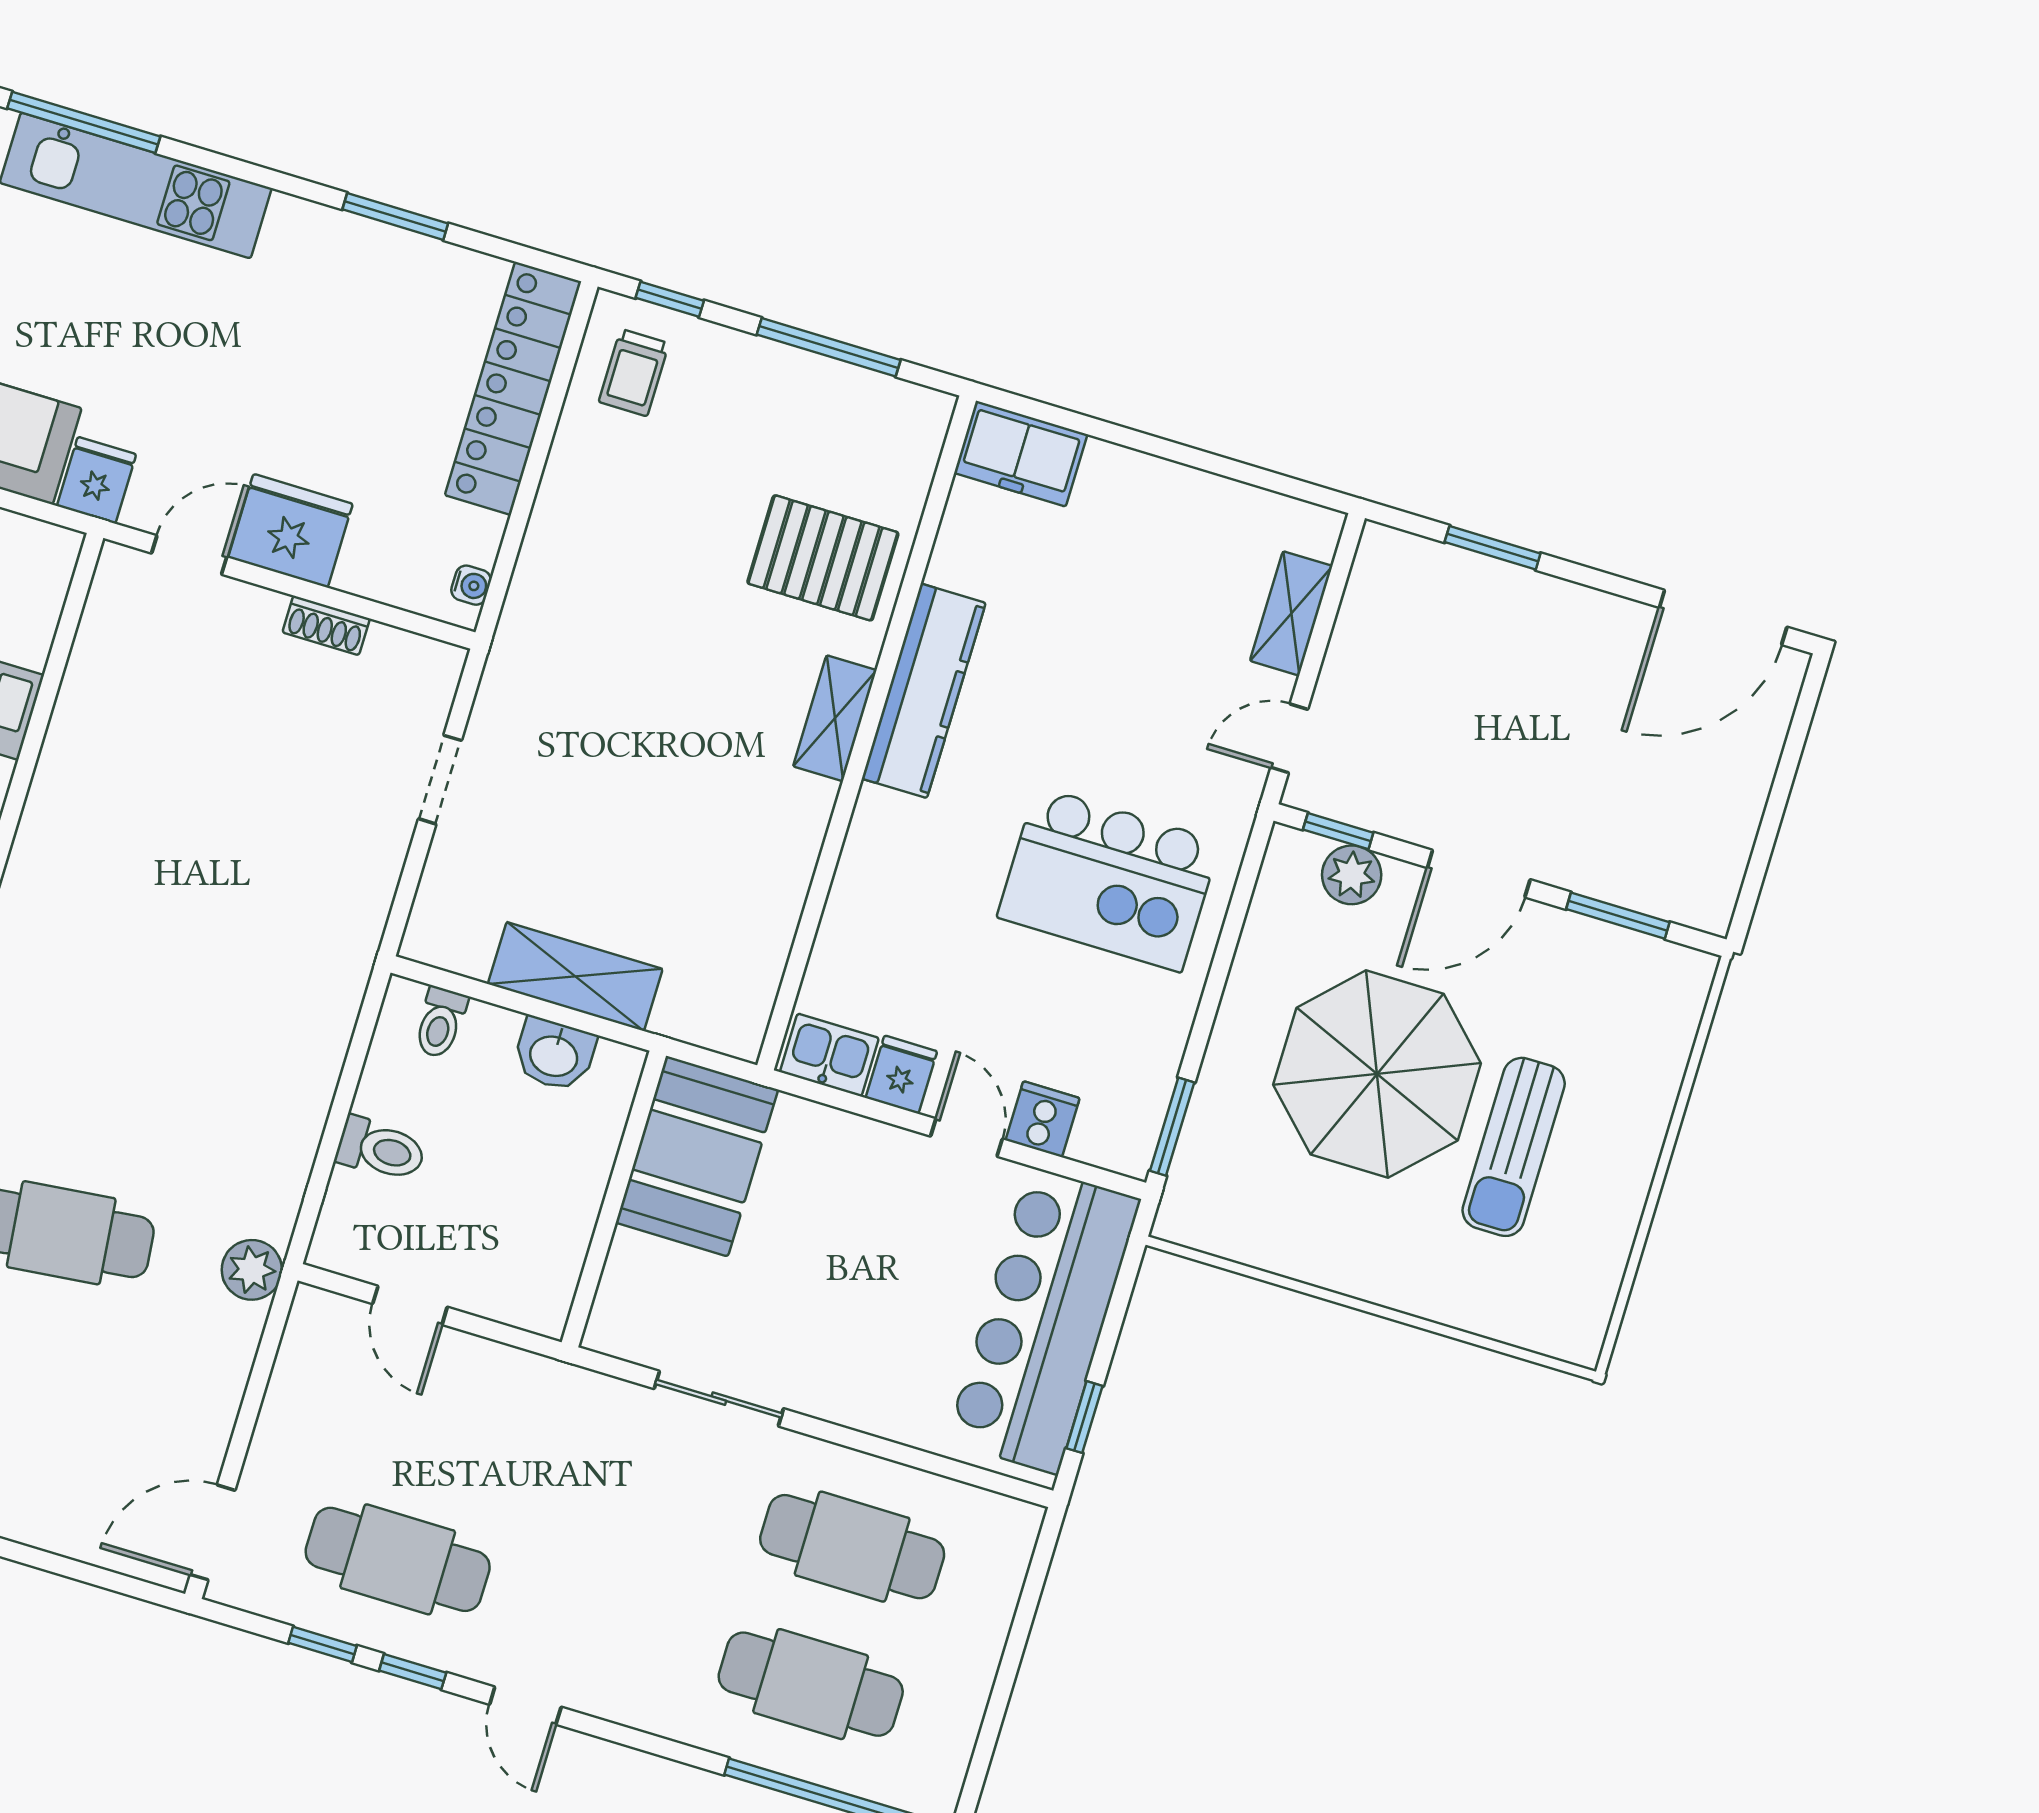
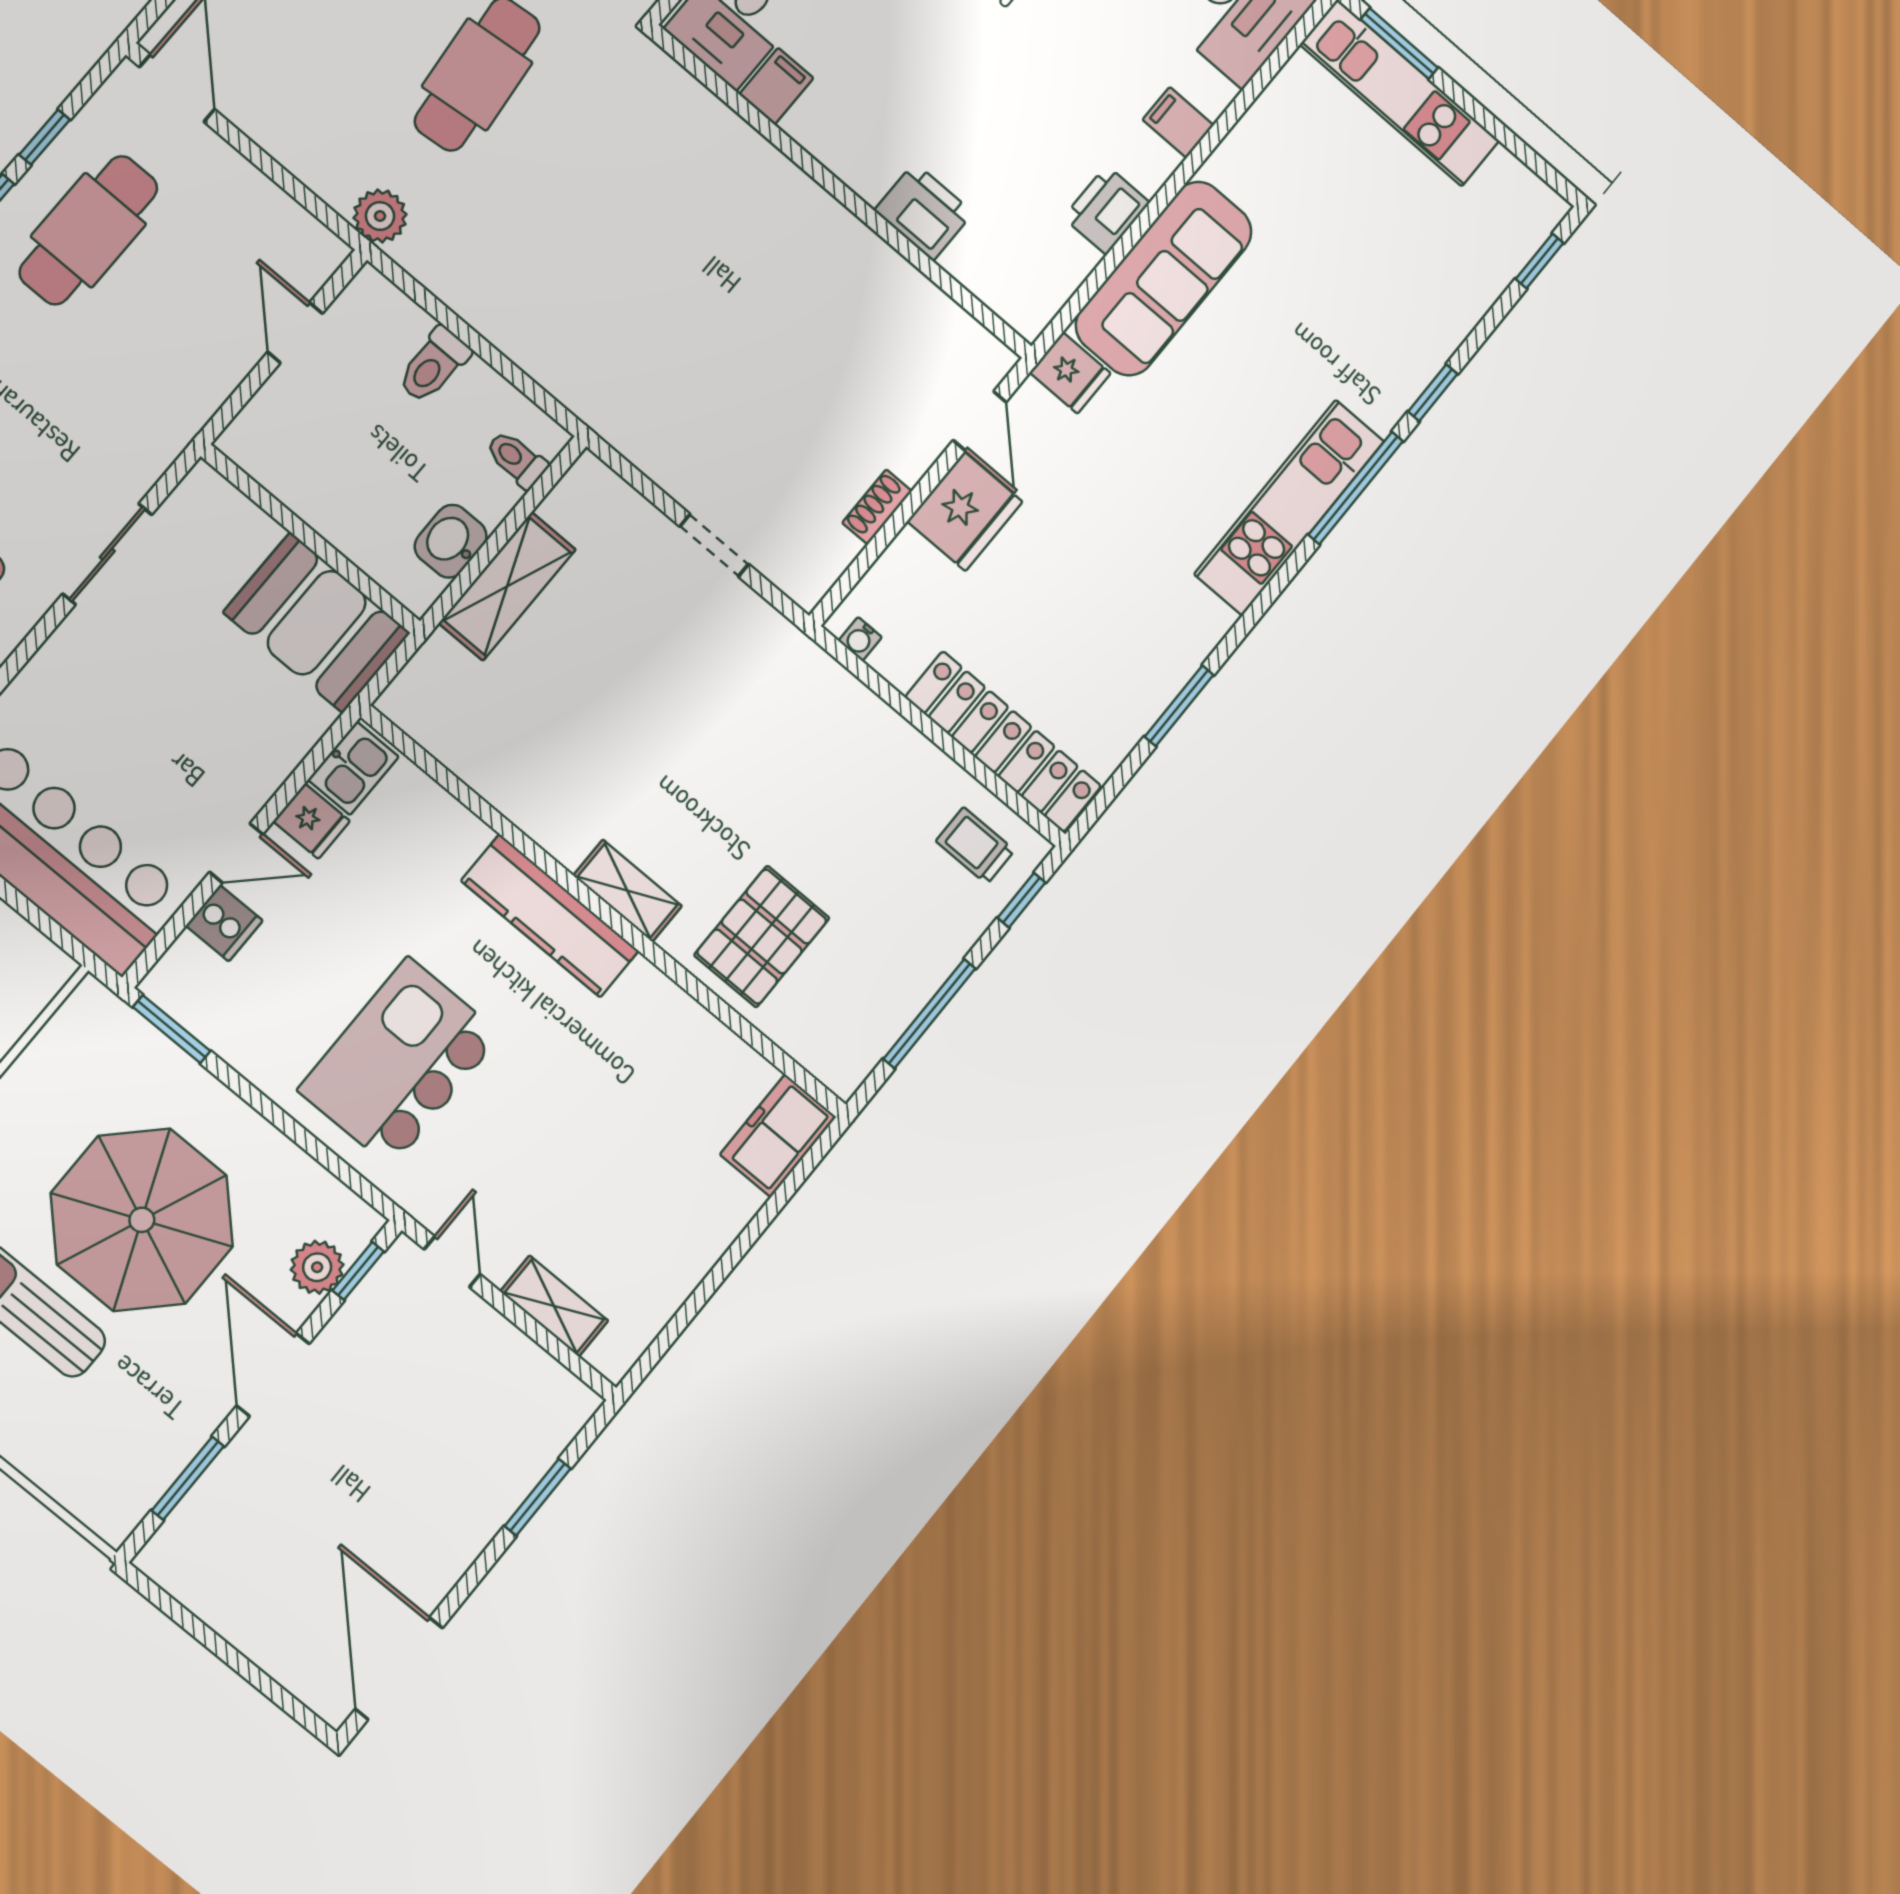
kitchen counter: (924, 691) -> (550, 916), moved
door: (410, 1305) -> (295, 333), hinge flipped

